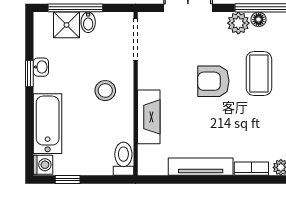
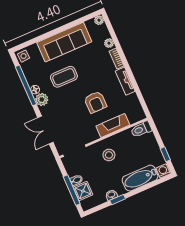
armchair: (213, 81) -> (95, 102), moved
tv unit: (201, 167) -> (125, 81), width x0.71

